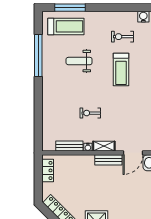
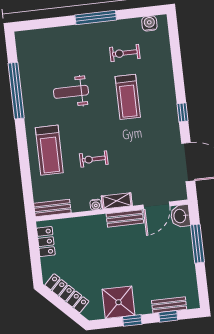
window: (70, 8) -> (96, 17), moved
treadmill: (66, 26) -> (49, 150), moved, turned 90
bench: (69, 146) -> (52, 208), moved

